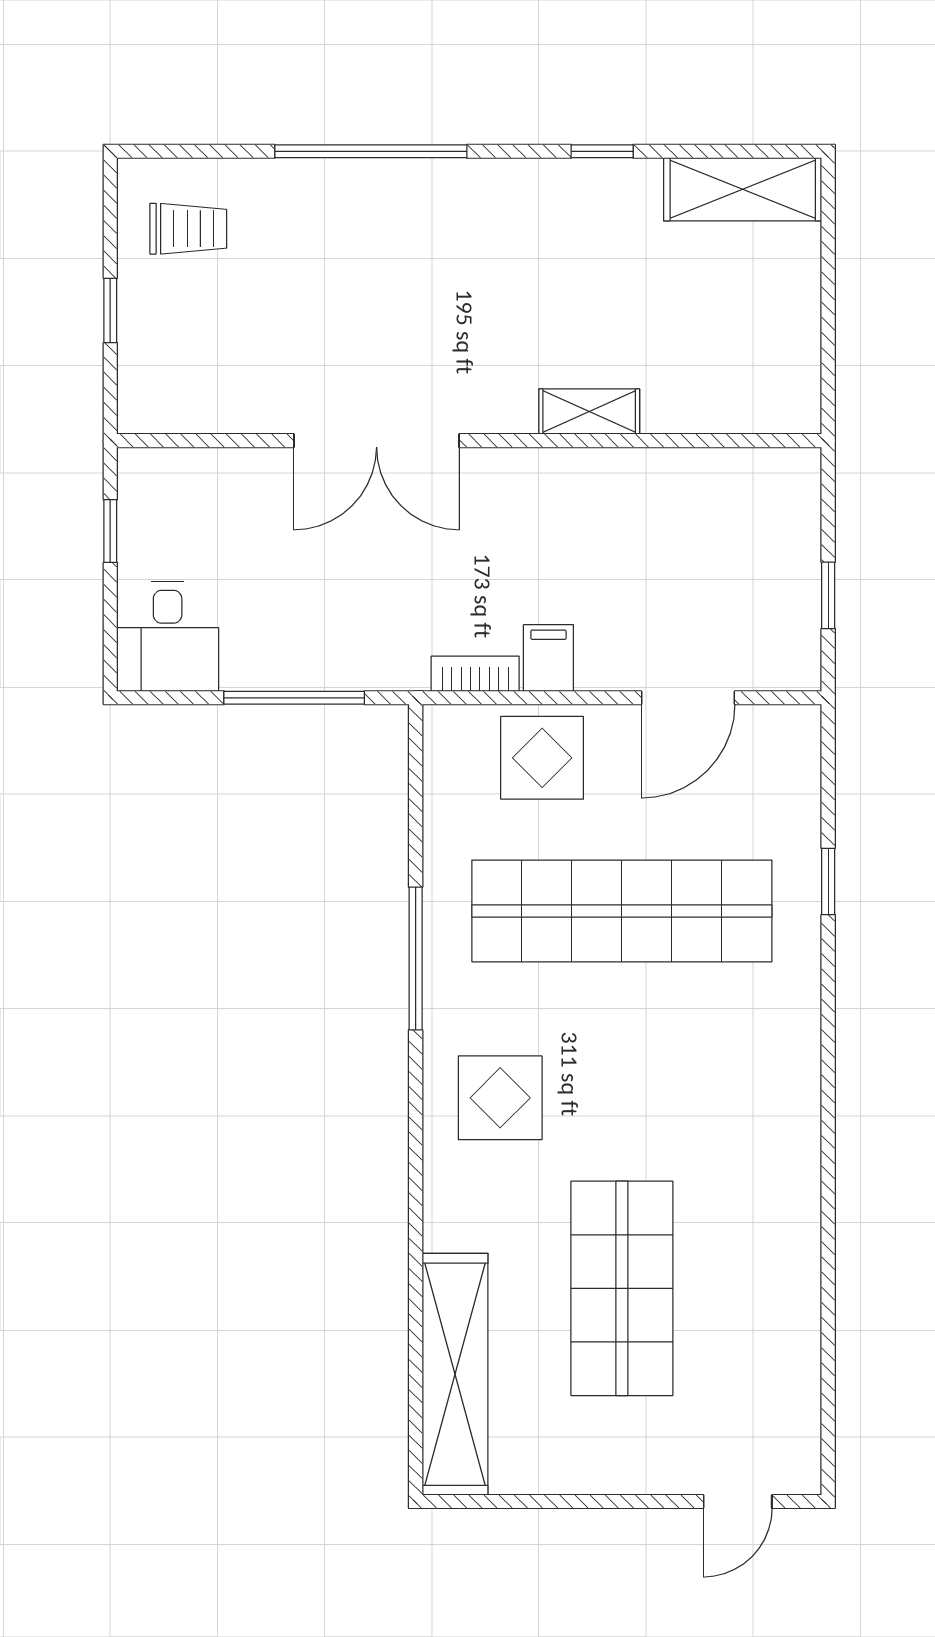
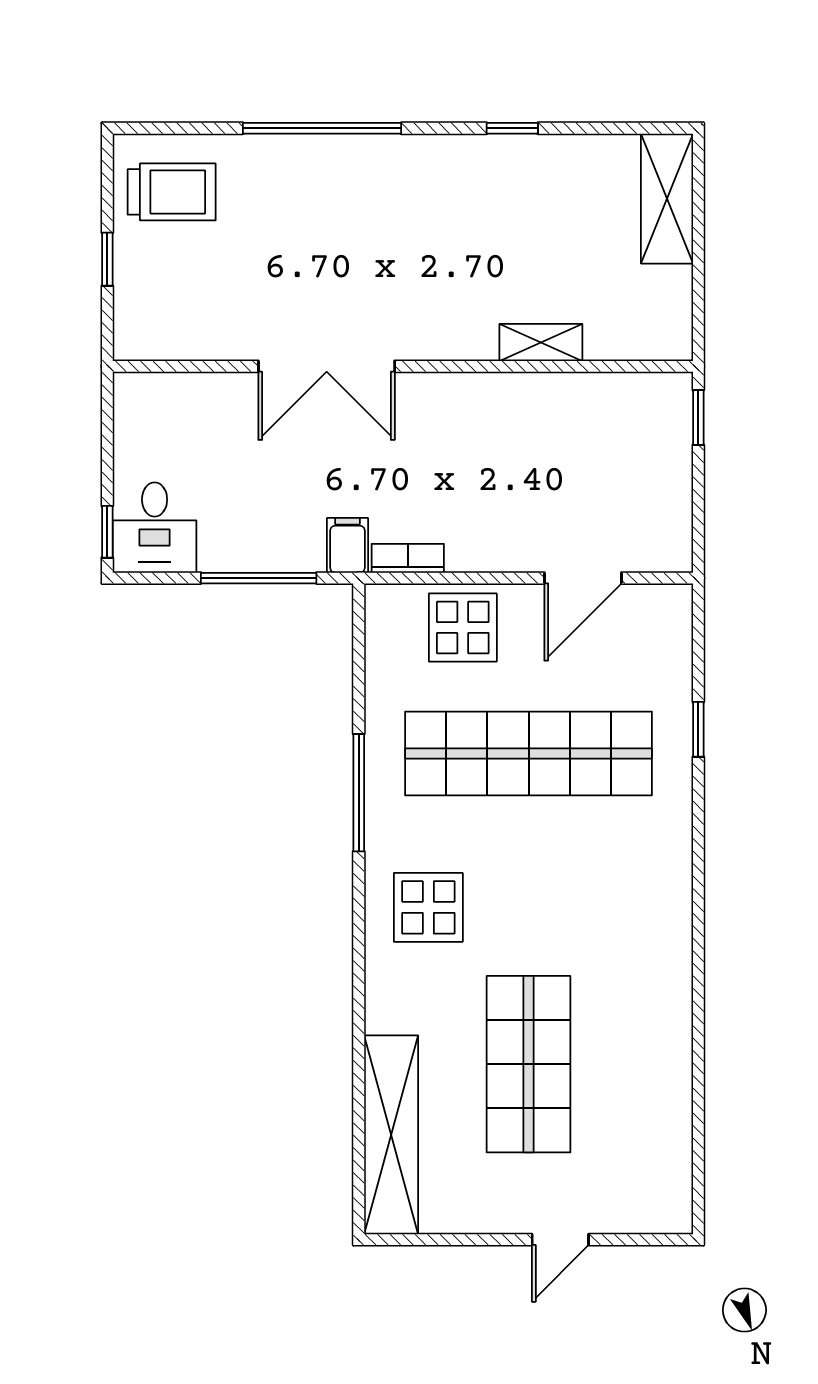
shelving: (743, 189) -> (667, 199), moved, turned 90
trolley: (188, 229) -> (172, 192), width x1.36, depth x1.39
shelving: (589, 412) -> (541, 342), moved
window: (110, 531) -> (107, 532), moved
window: (828, 595) -> (698, 417), moved
filing cabinet: (548, 658) -> (347, 545), moved
door: (738, 1501) -> (560, 1240), moved

